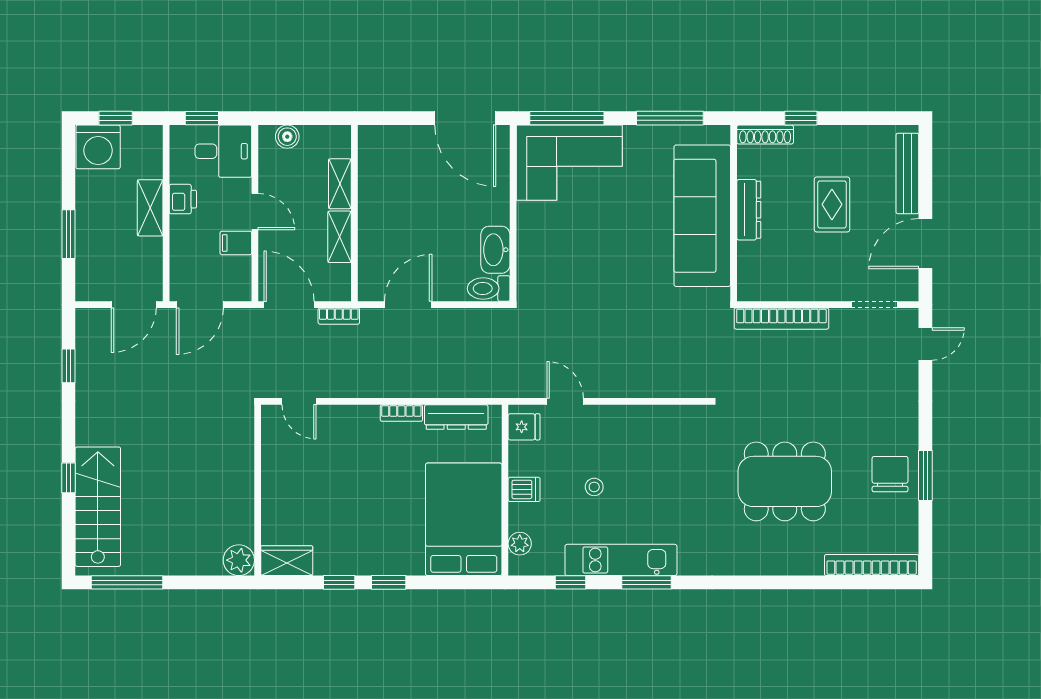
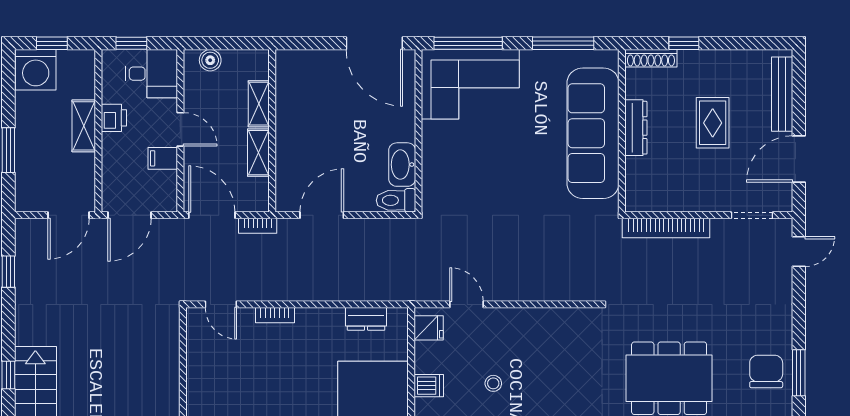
bookcase: (401, 413) -> (275, 315), moved
dresser: (456, 417) -> (366, 319), width x0.70

